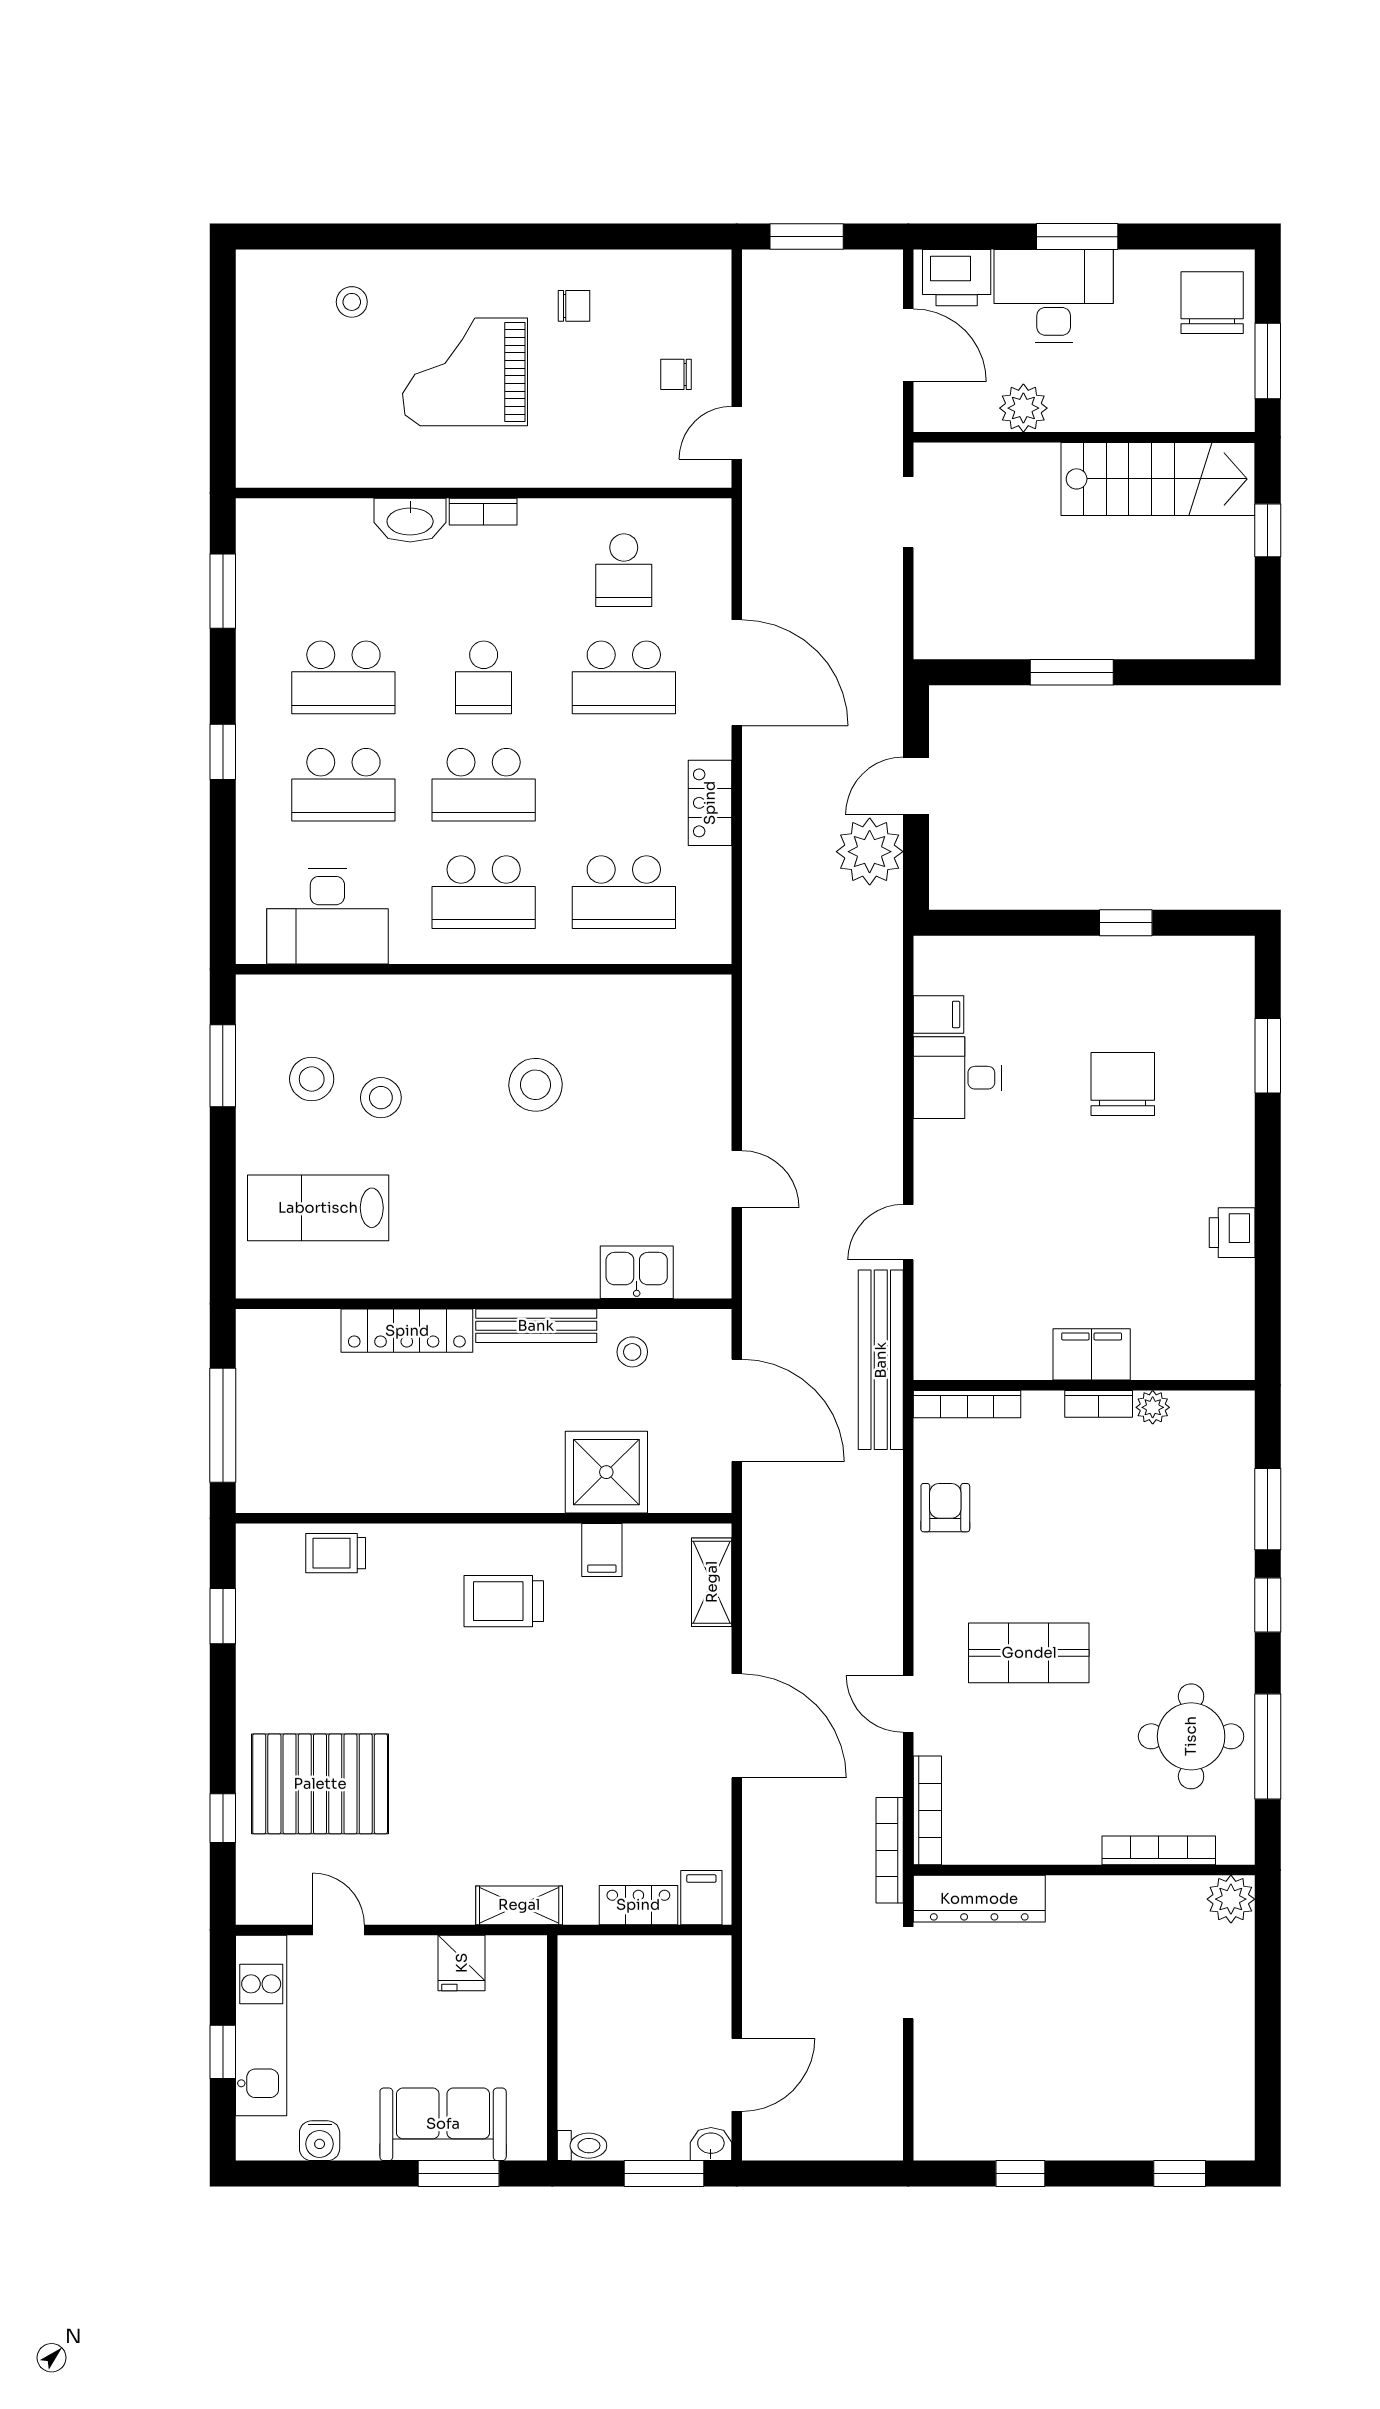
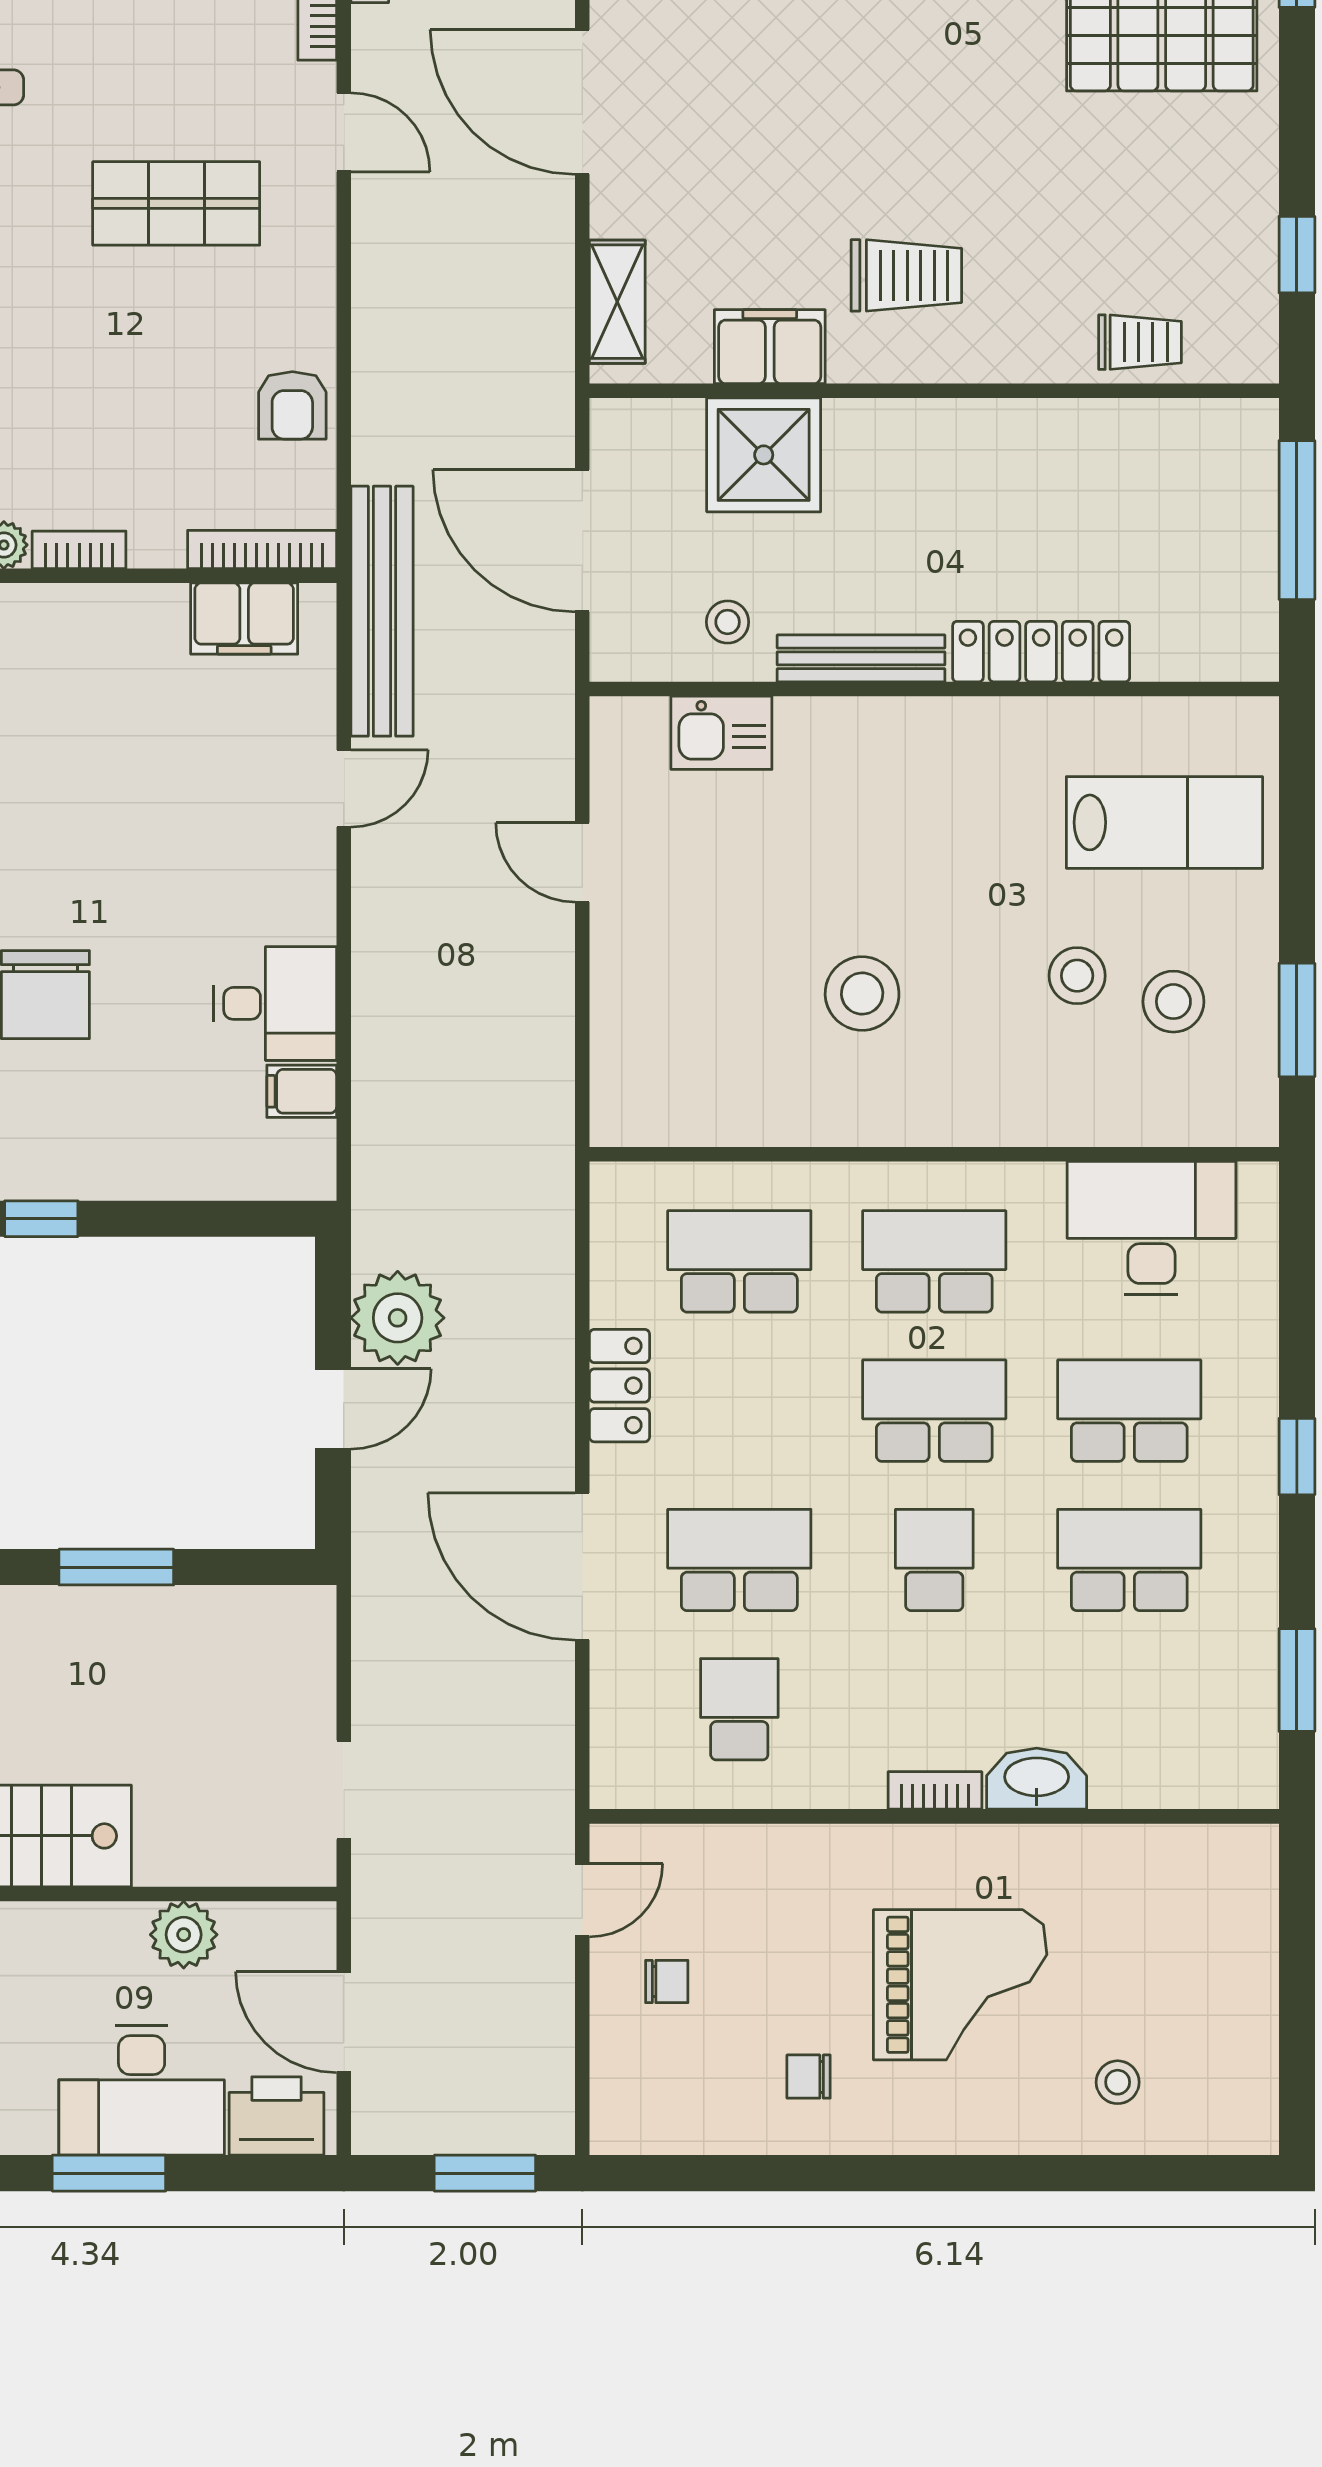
filing cabinet: (1092, 1354) -> (244, 619), moved
filing cabinet: (602, 1550) -> (770, 347), width x2.00

